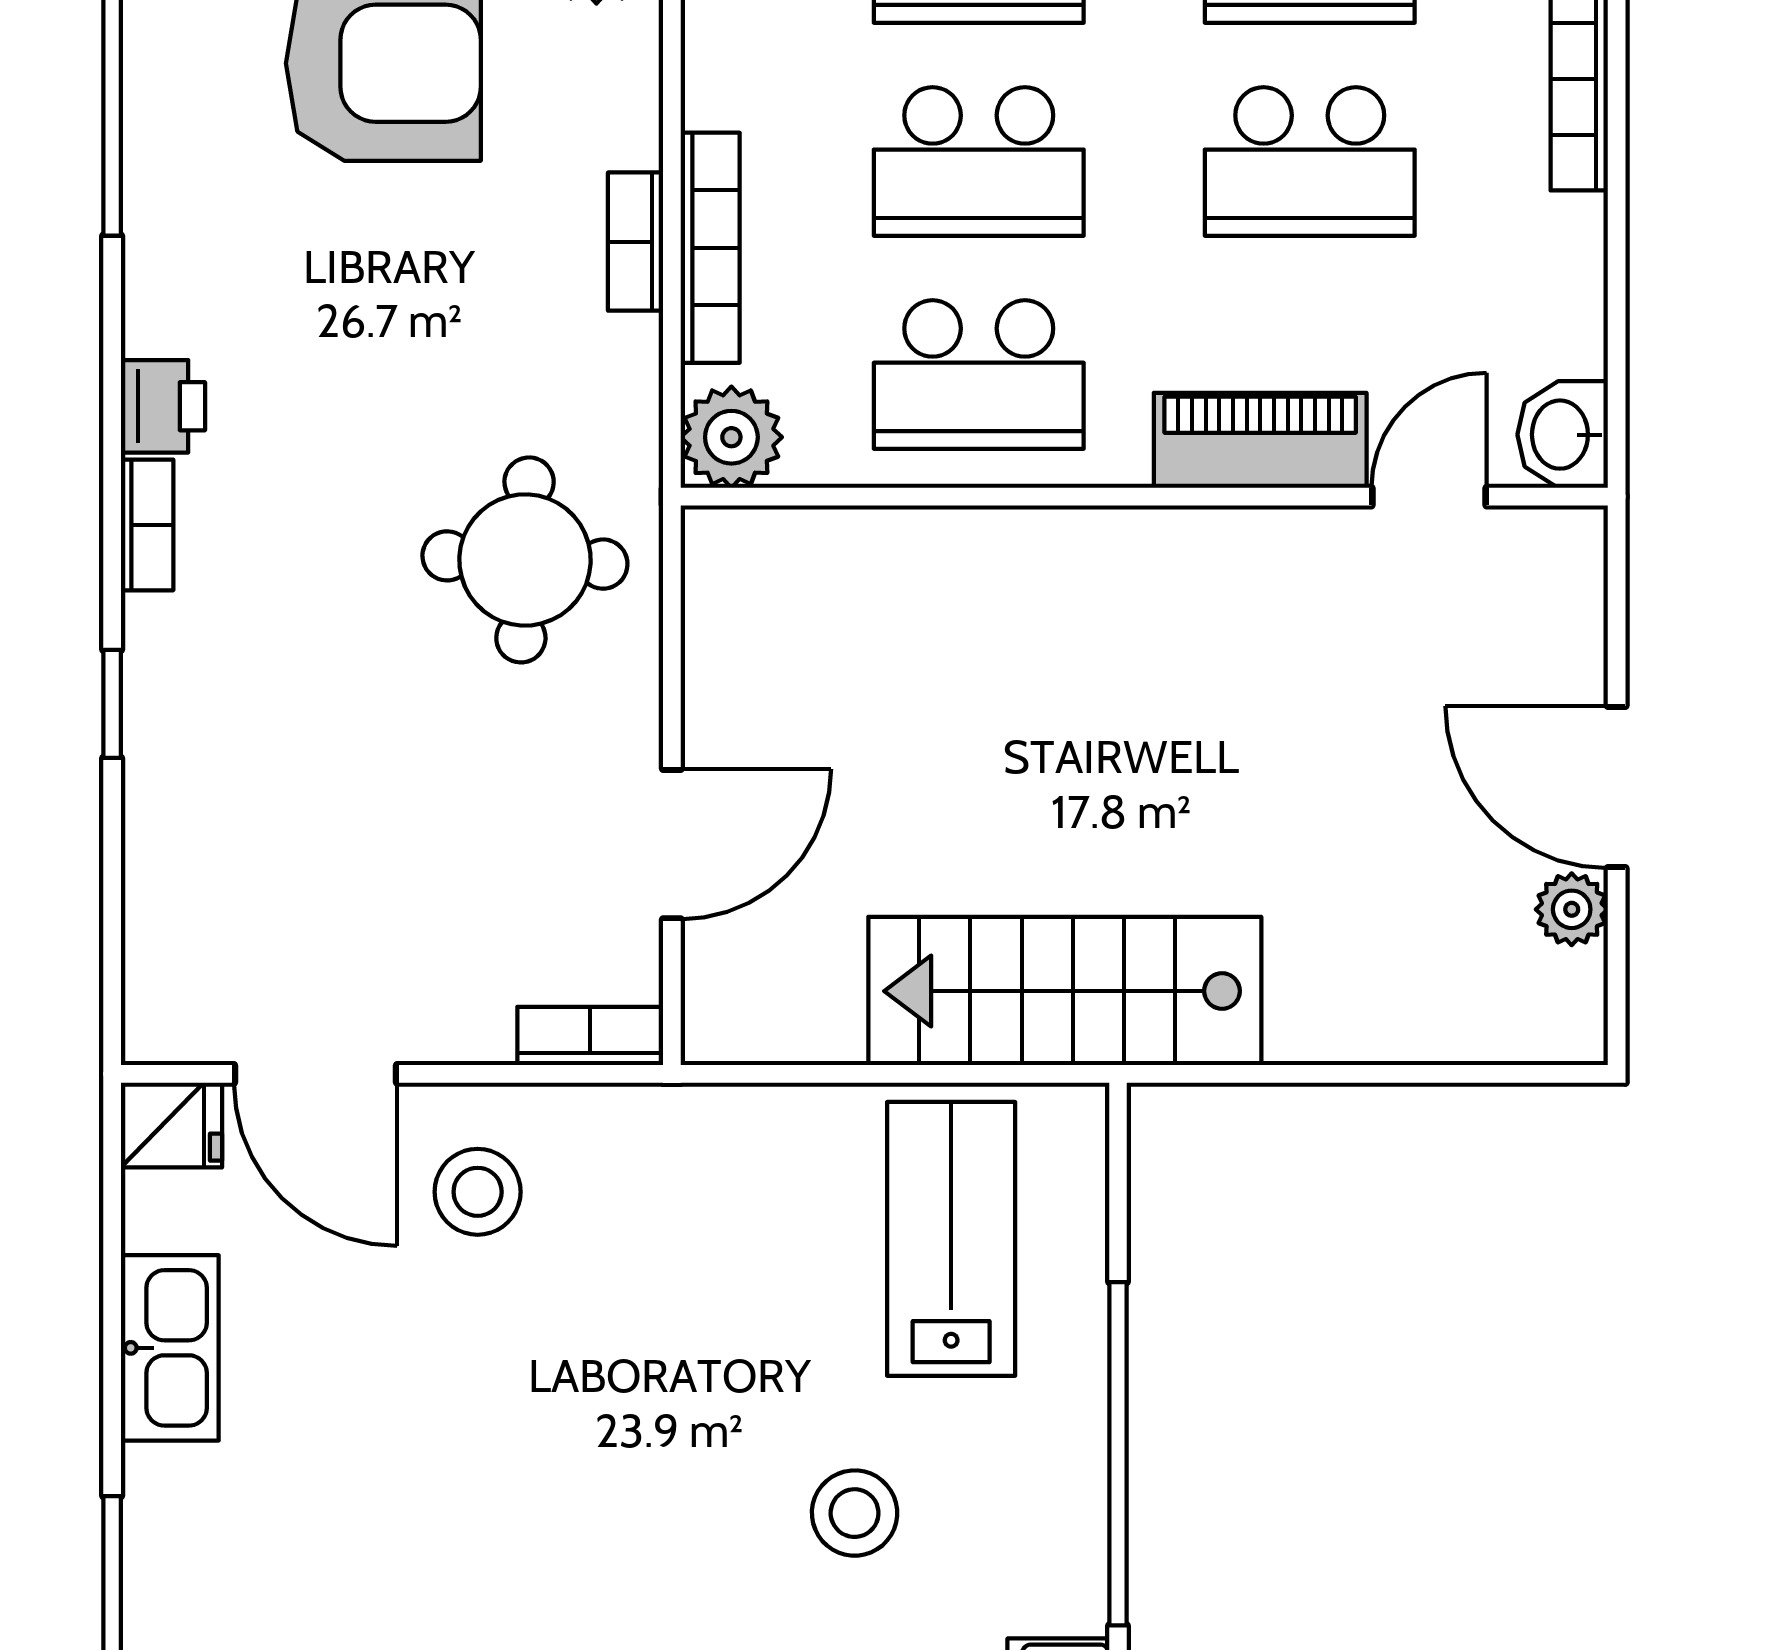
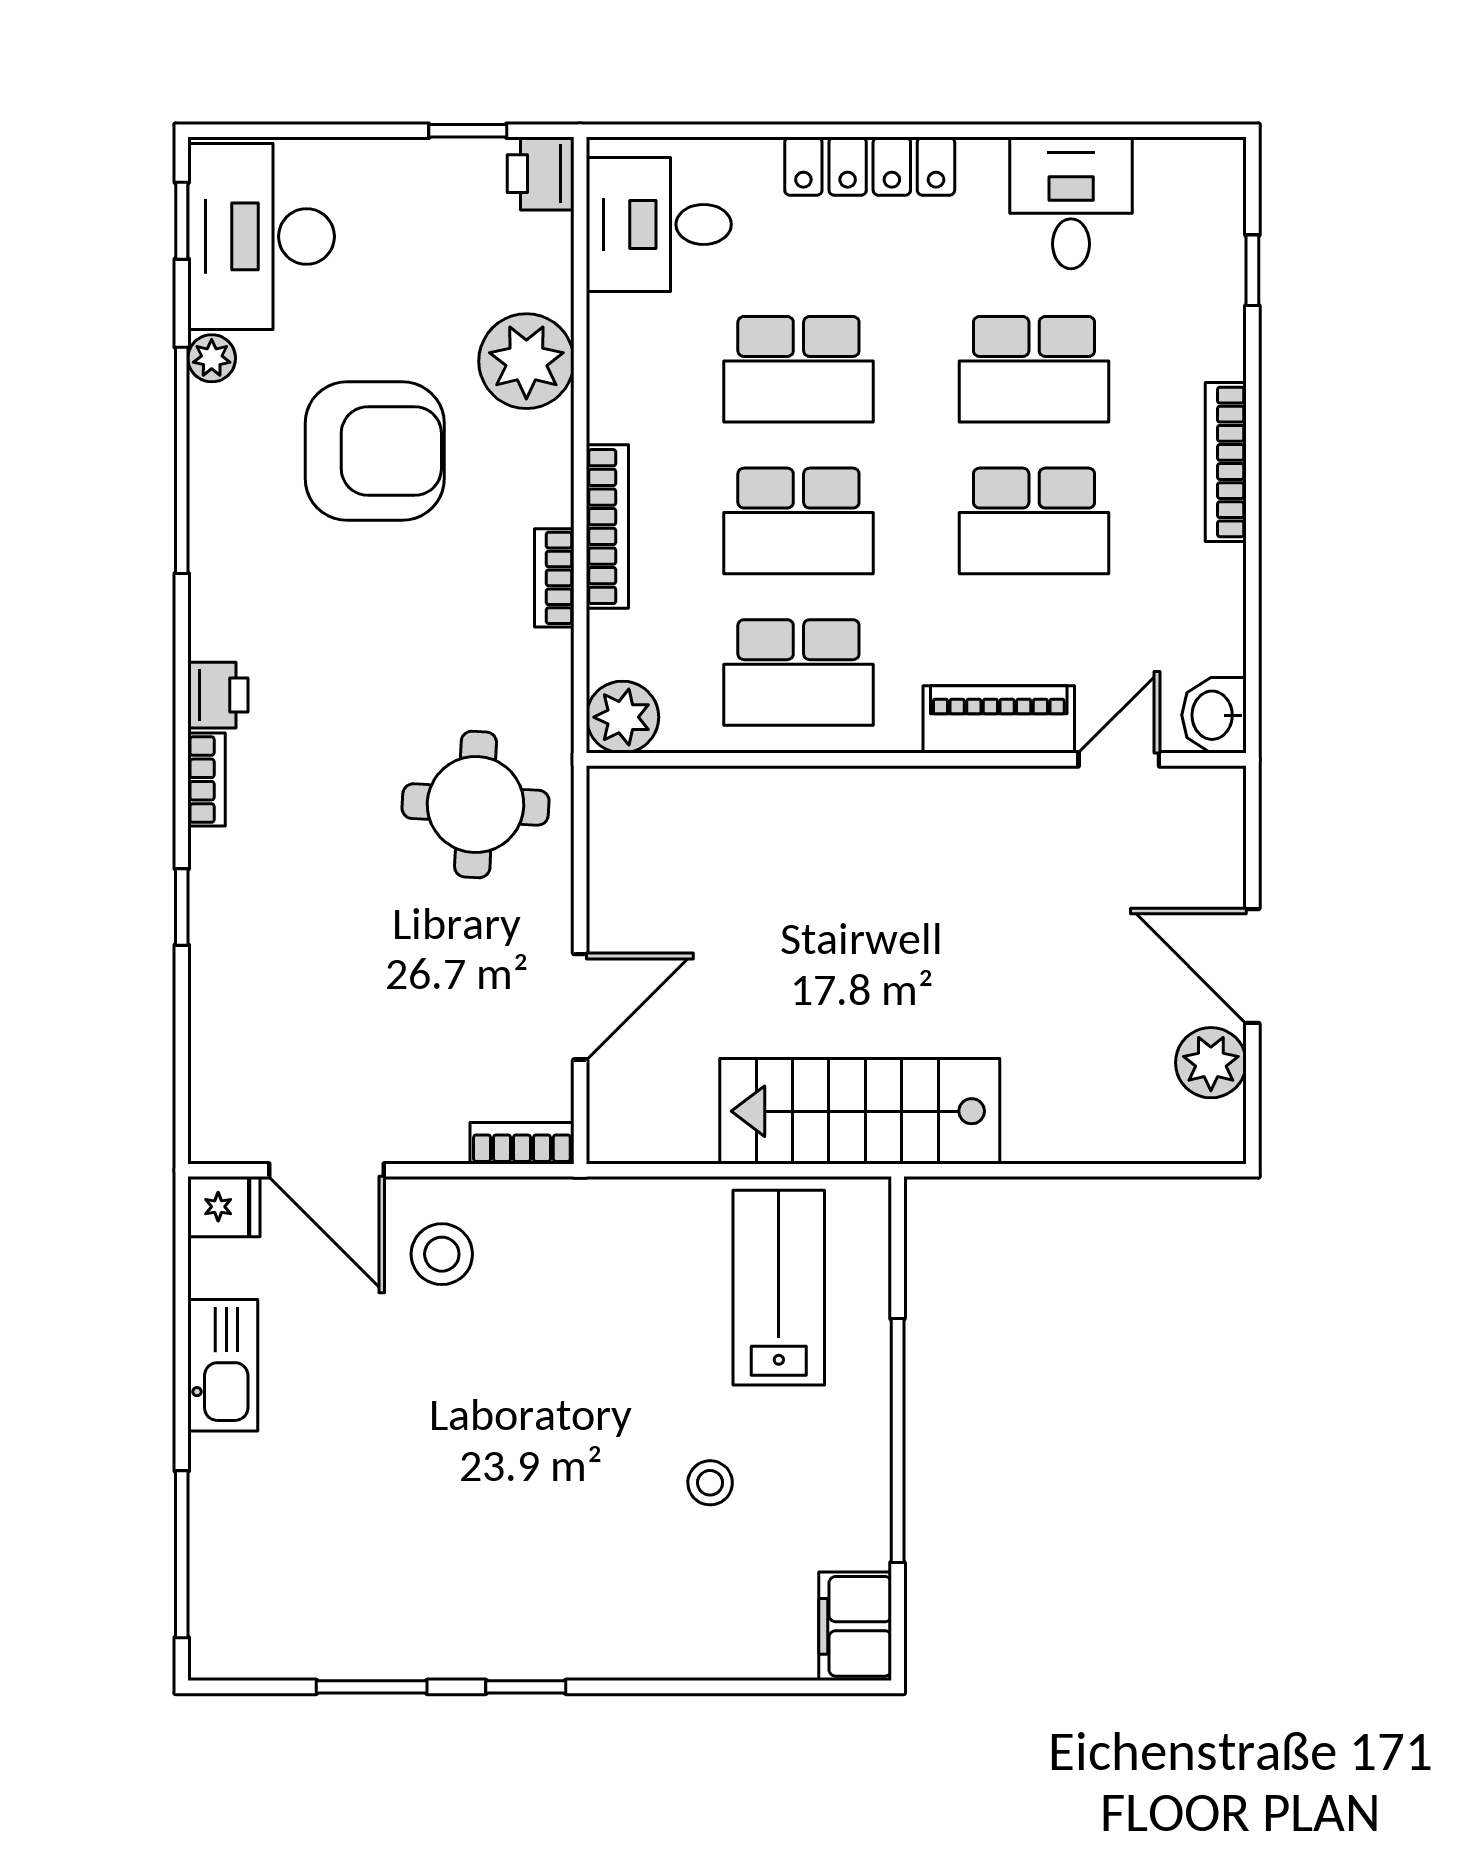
bookcase: (710, 248) -> (607, 527), moved
plant: (1572, 909) -> (1211, 1063), width x1.38, depth x1.38
stool: (855, 1513) -> (710, 1483), width x0.73, depth x0.73

